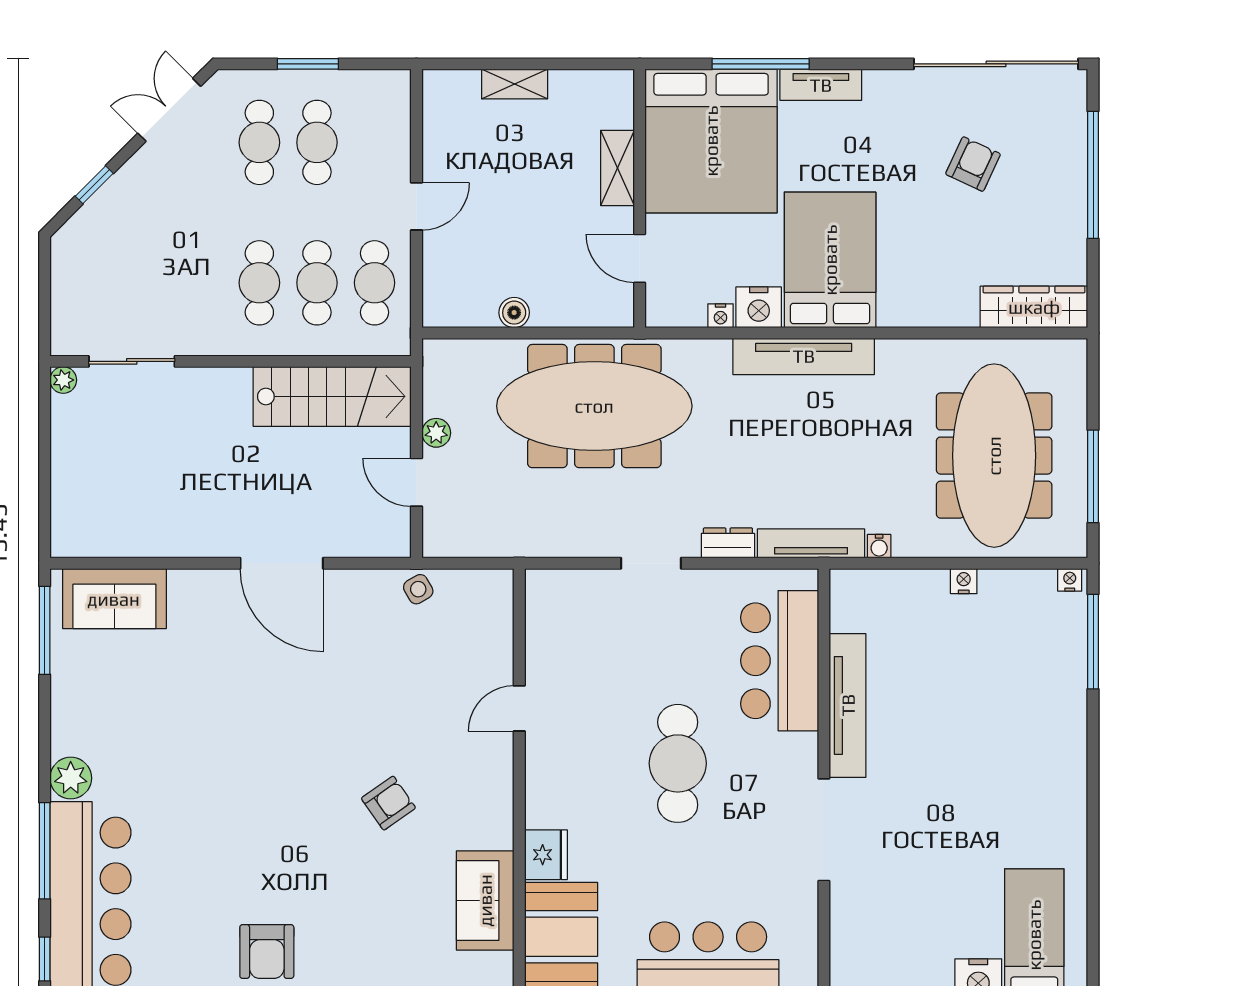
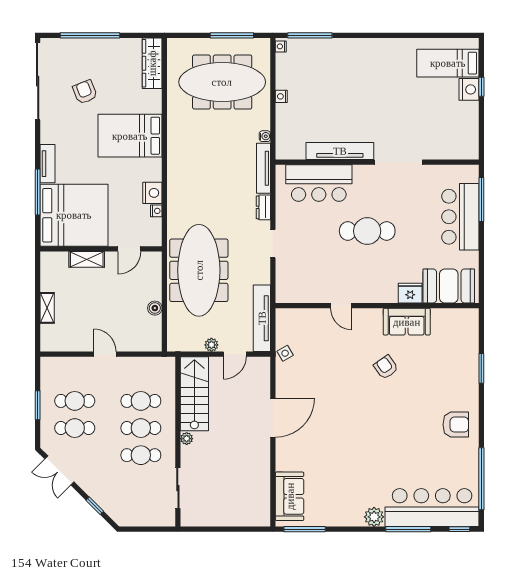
armchair: (973, 164) -> (85, 92), turned 43
bed: (830, 260) -> (130, 136), moved
cafe table: (375, 283) -> (141, 455), moved
tv unit: (804, 356) -> (262, 318), moved, turned 180
plant: (63, 380) -> (187, 439), moved
sofa: (485, 900) -> (407, 322), moved

